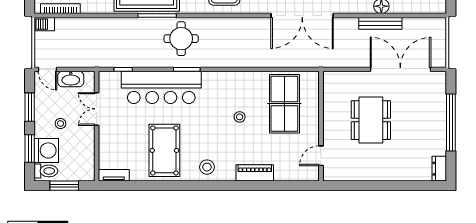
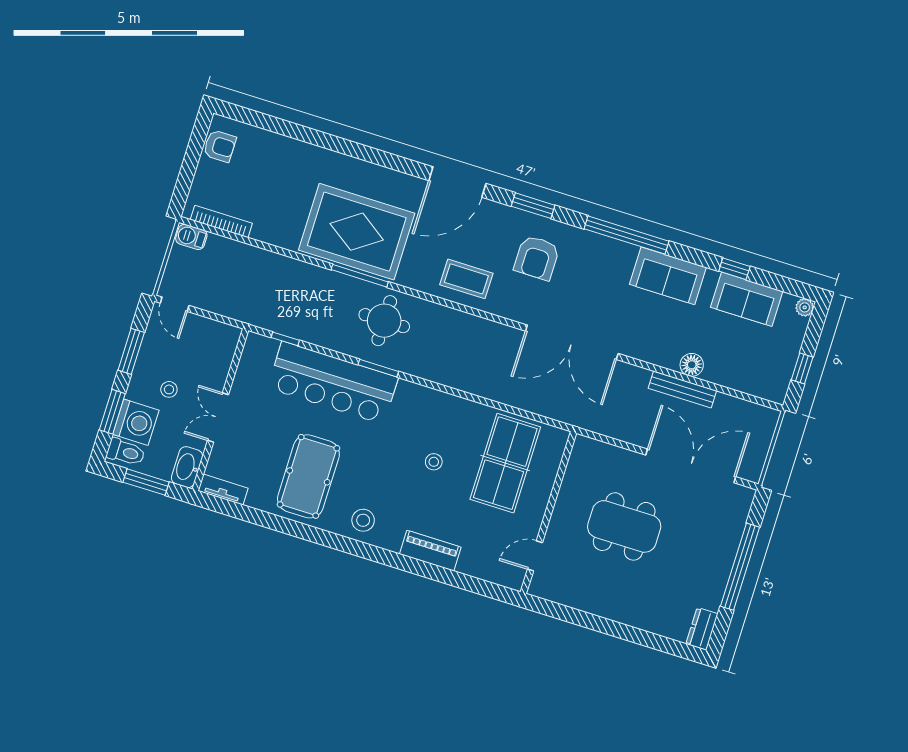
washbasin: (71, 79) -> (187, 467), moved, turned 90
double door: (97, 109) -> (218, 418), moved
dining table: (371, 120) -> (624, 526), turned 90

